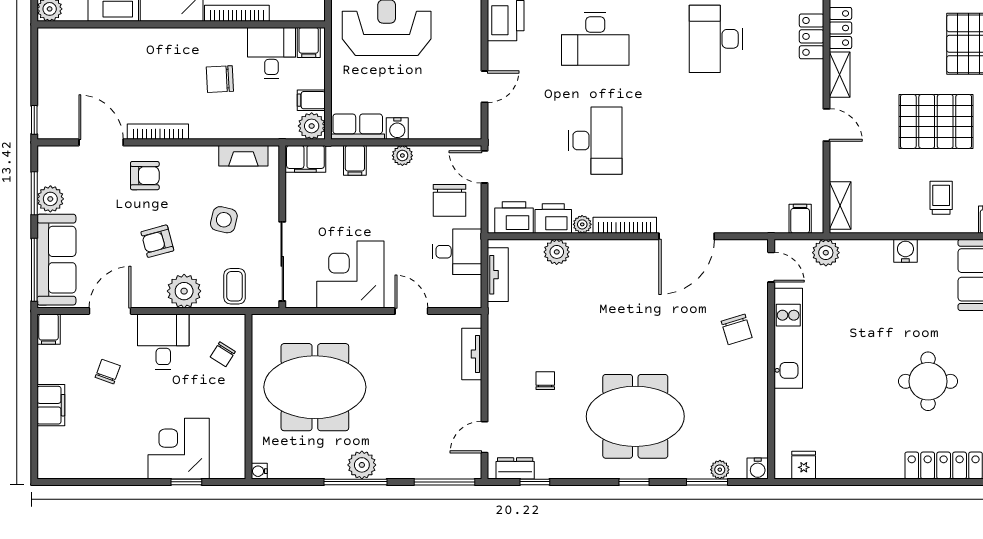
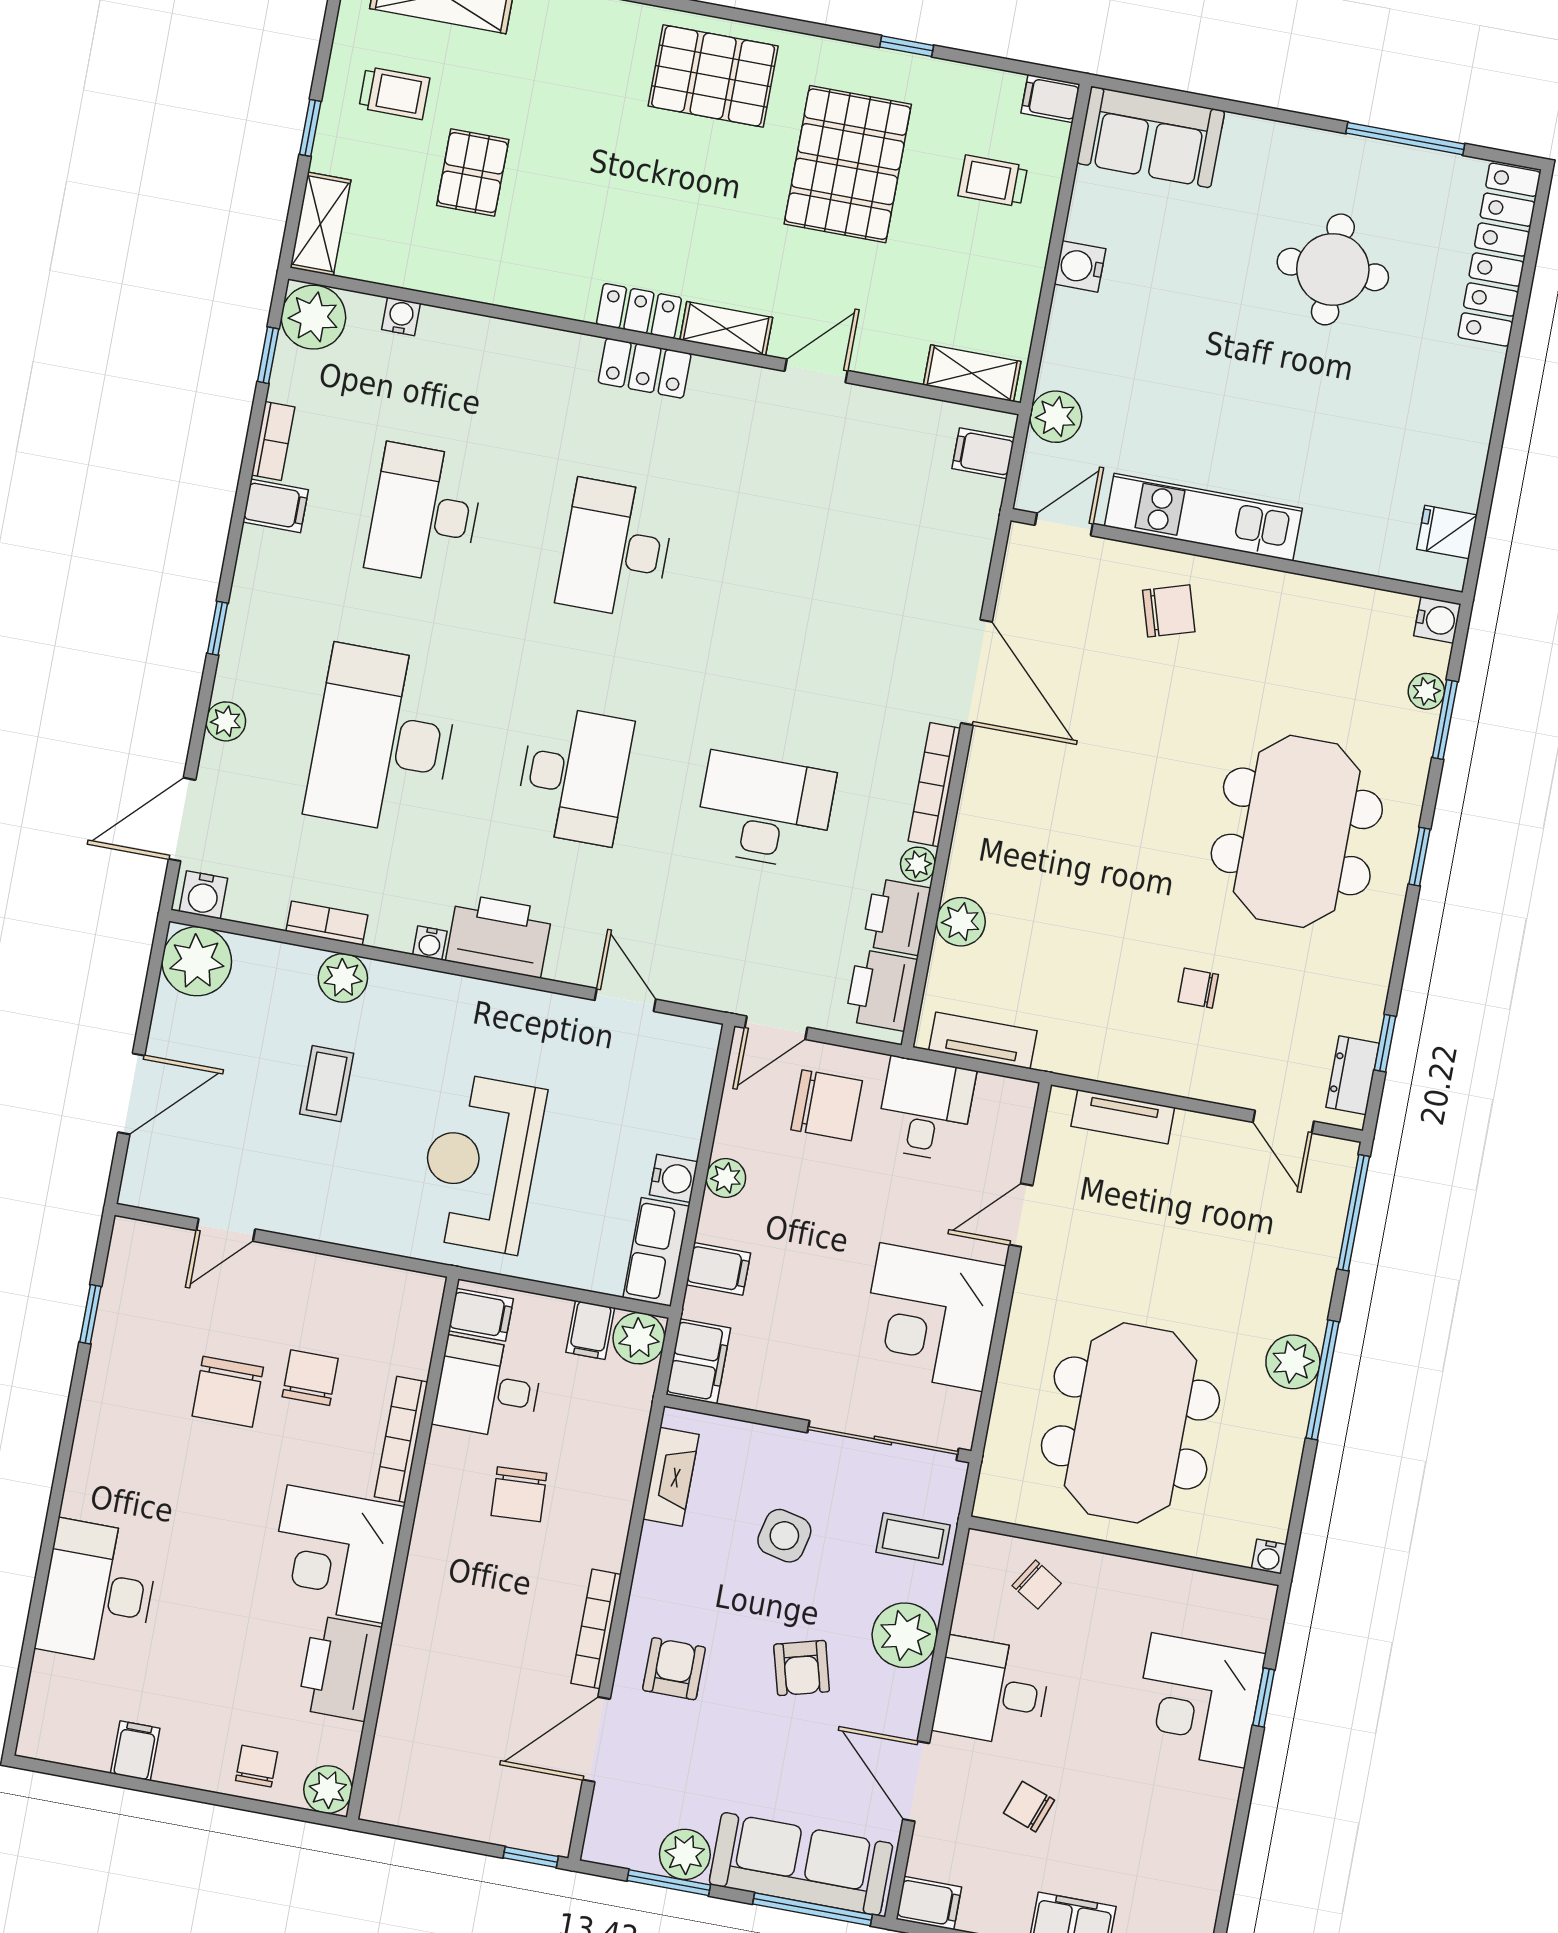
desk: (716, 39) -> (616, 549), turned 90

